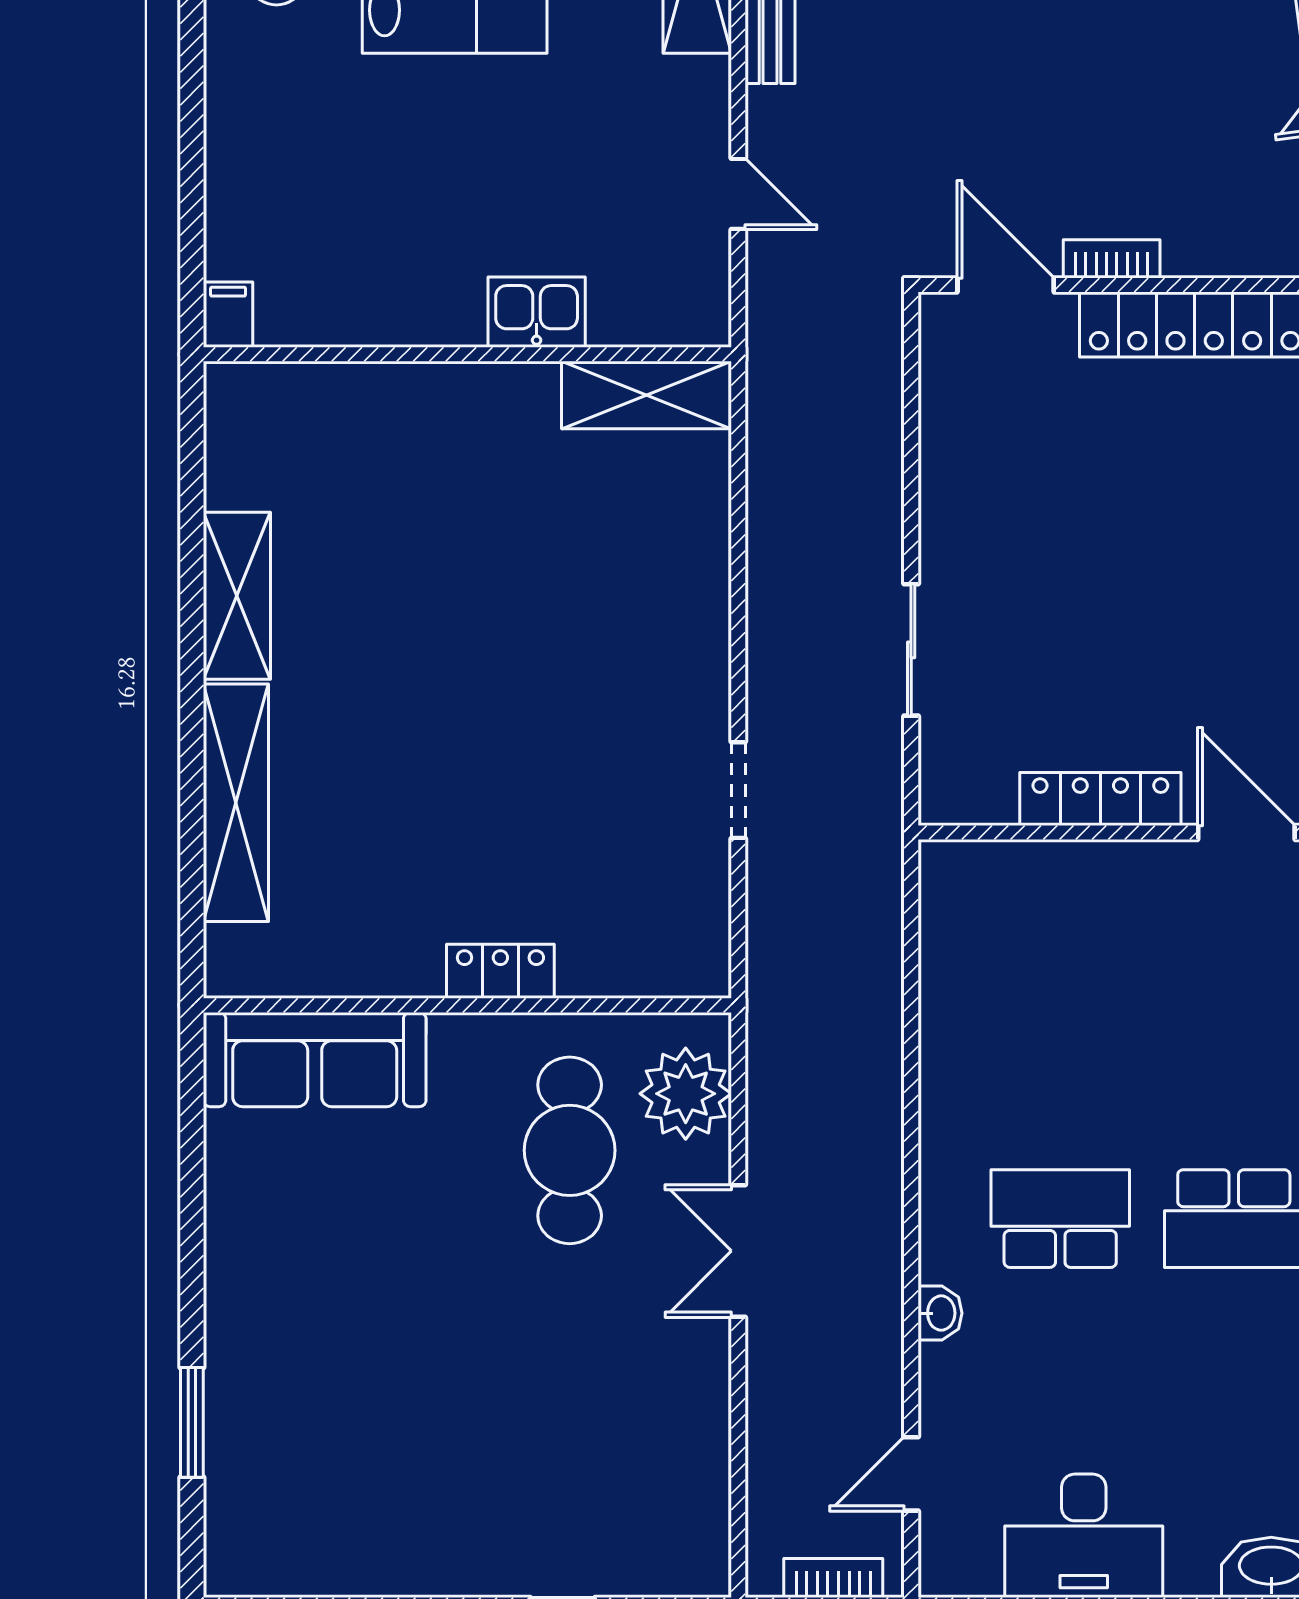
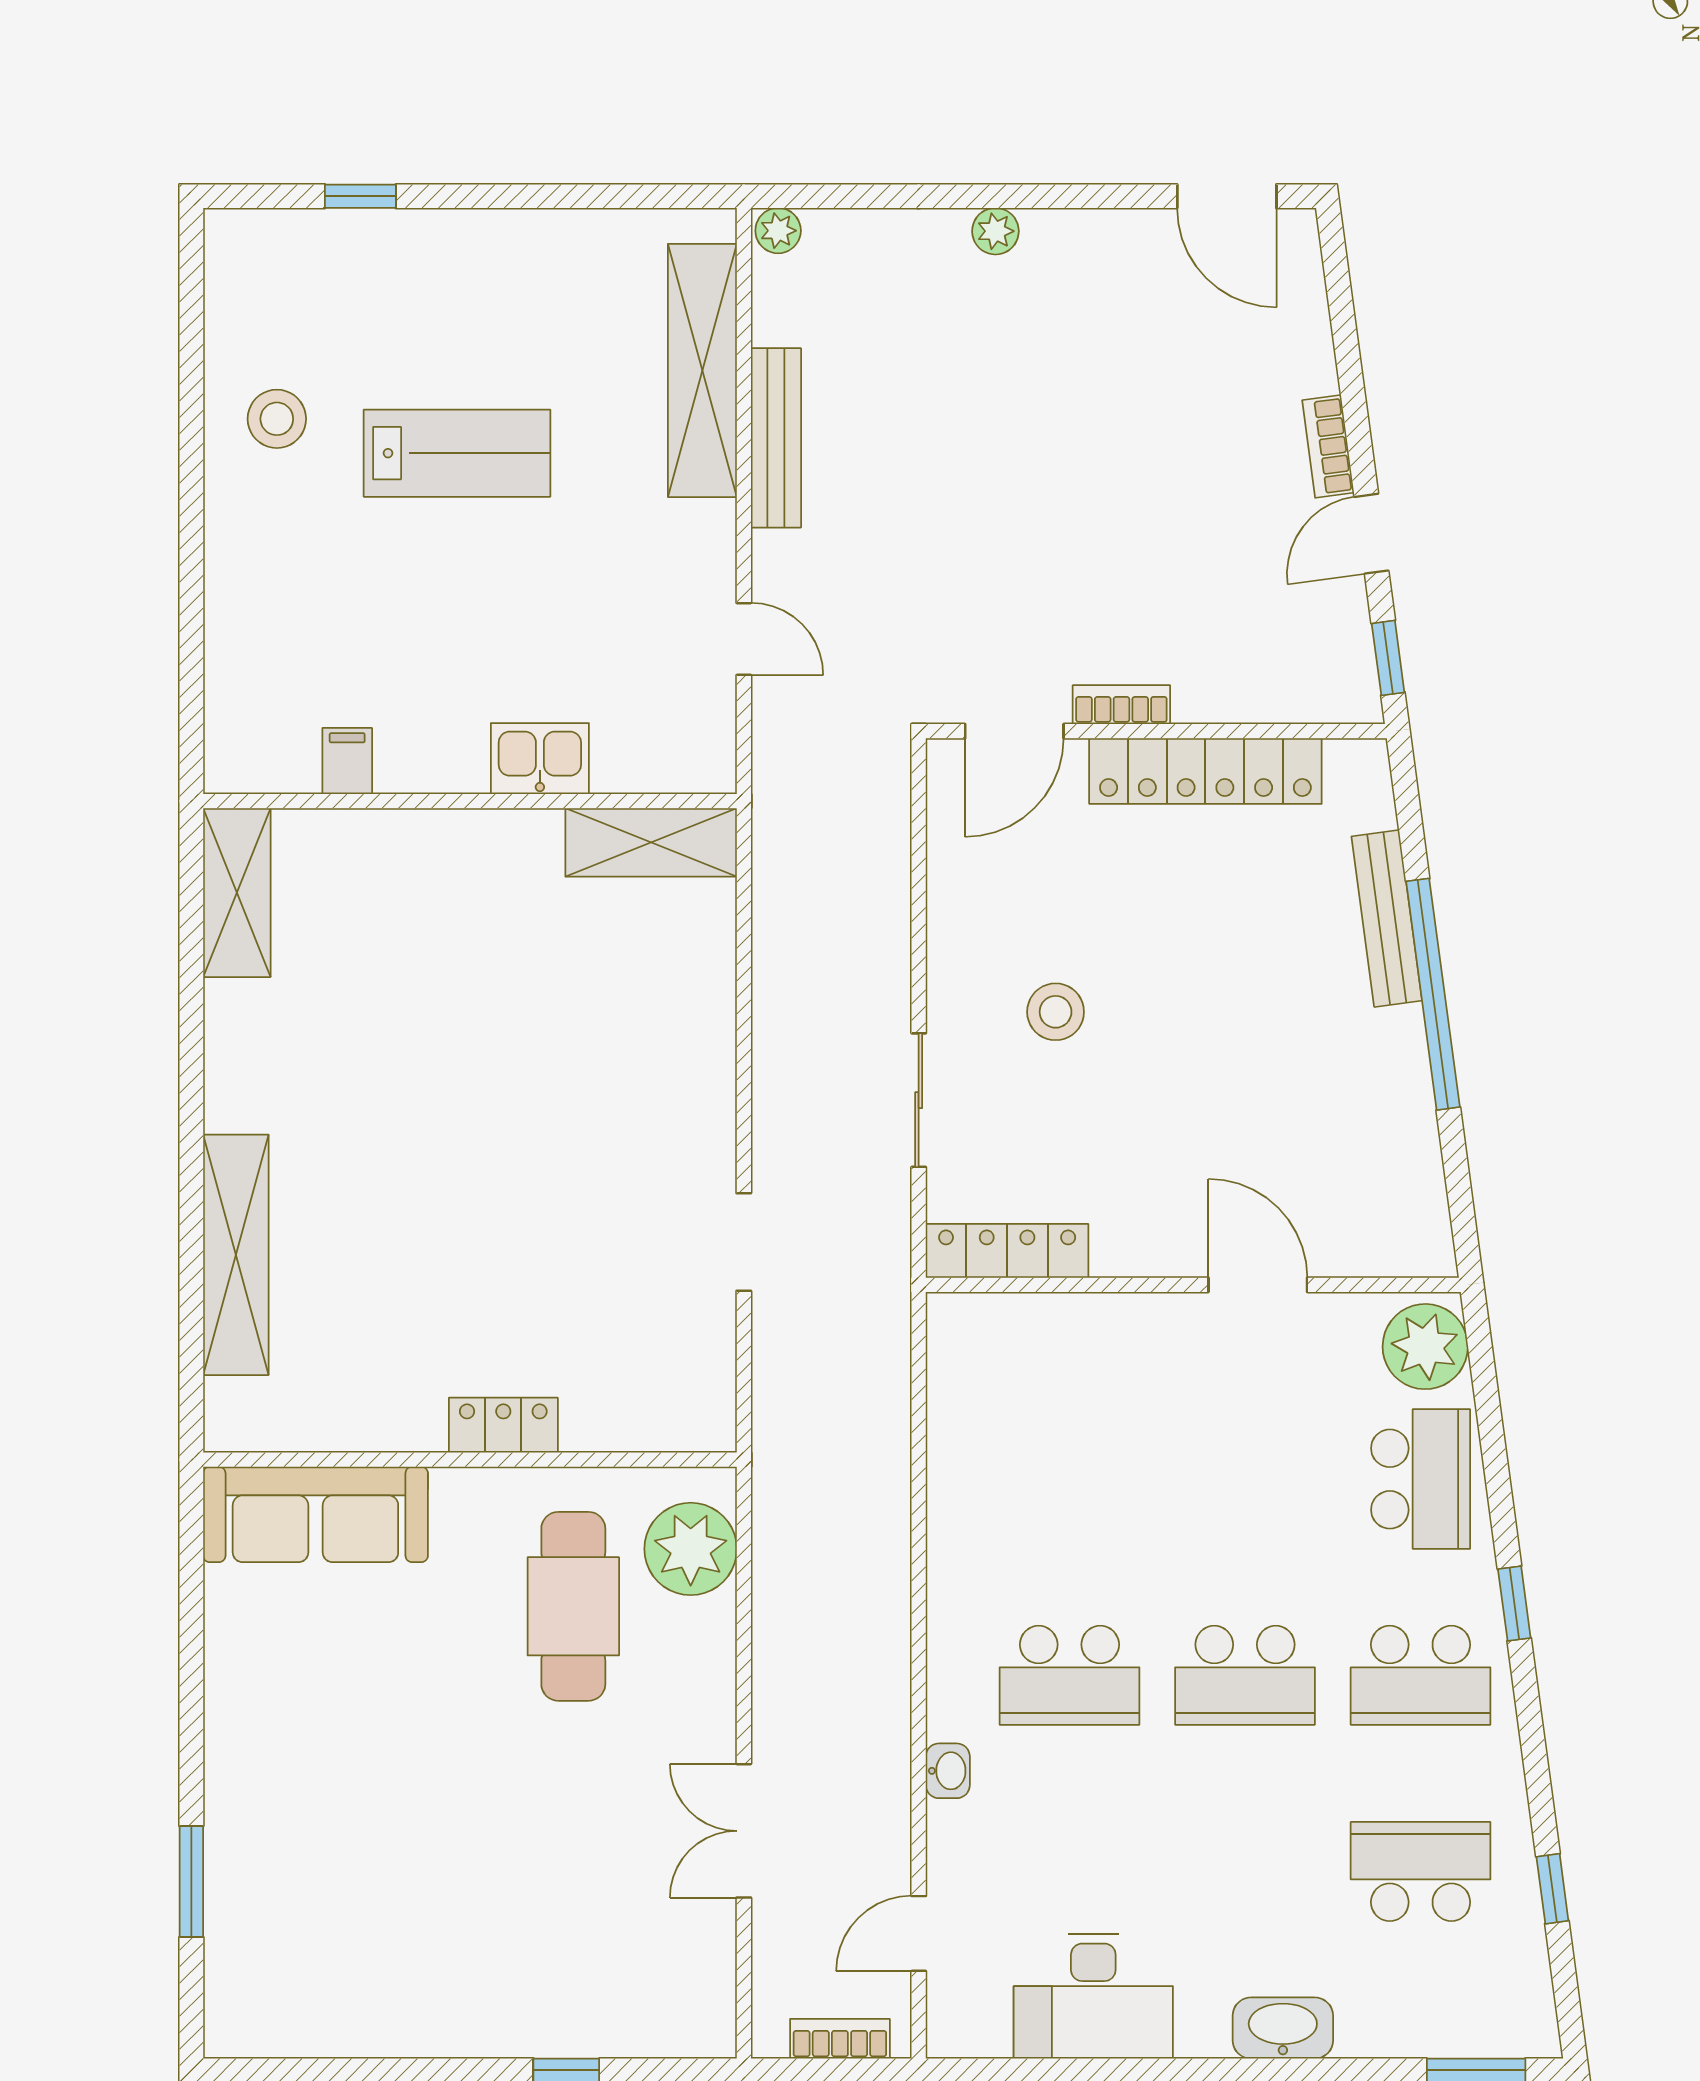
door: (1006, 285) -> (1014, 731), swing flipped
filing cabinet: (228, 315) -> (347, 761), moved
stool: (1046, 563) -> (1056, 1012), added
shelving: (237, 596) -> (237, 893), moved
locker: (1100, 799) -> (1007, 1251), moved
school desk: (1060, 1219) -> (1069, 1675), turned 180
double door: (738, 1251) -> (744, 1831), moved

